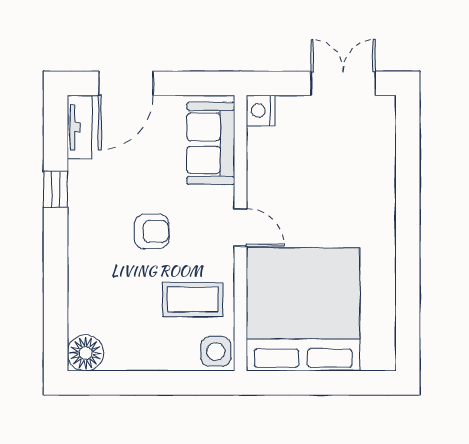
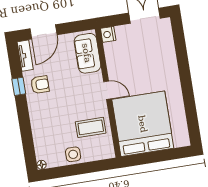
armchair: (152, 231) -> (40, 85), moved
side table: (216, 352) -> (73, 154), moved
floor lamp: (85, 353) -> (41, 165), width x0.53, depth x0.53

